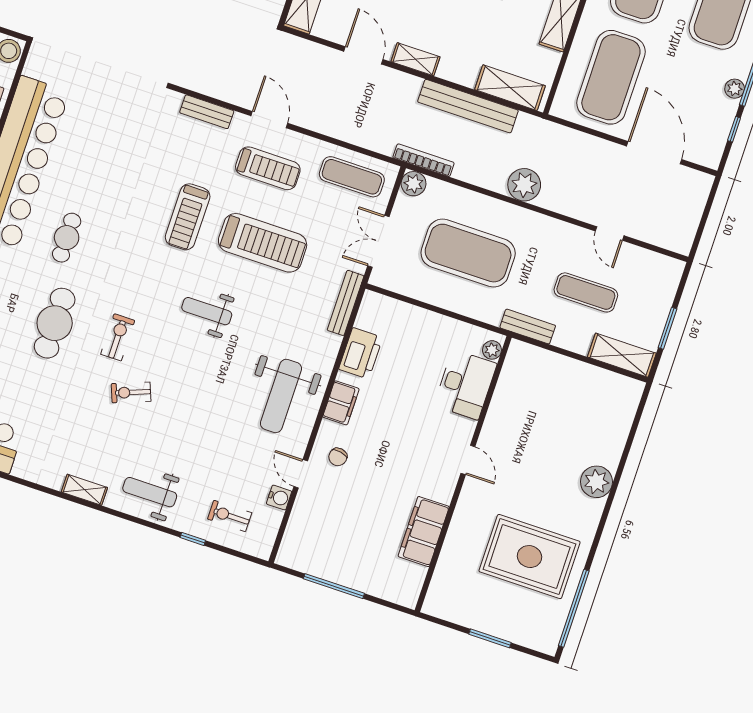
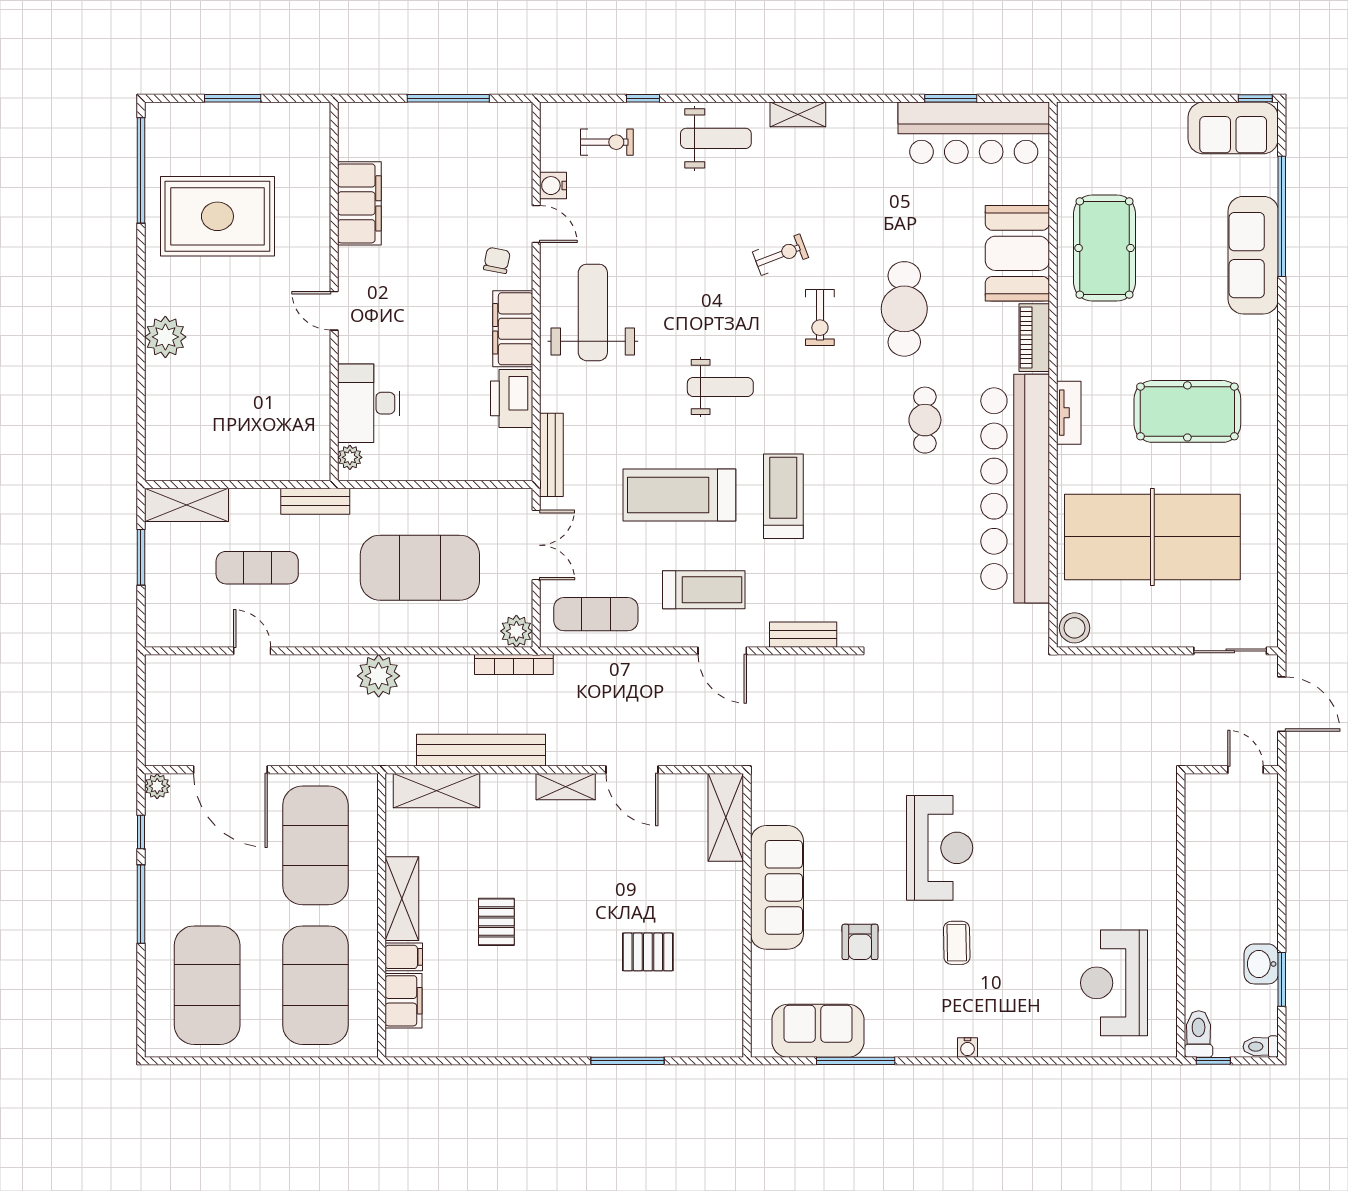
plant: (735, 89) -> (157, 786), moved
treadmill: (268, 168) -> (704, 590), turned 180
filing cabinet: (341, 403) -> (513, 329), width x1.50, depth x1.17

